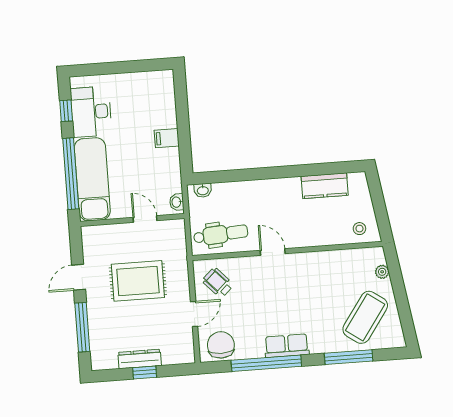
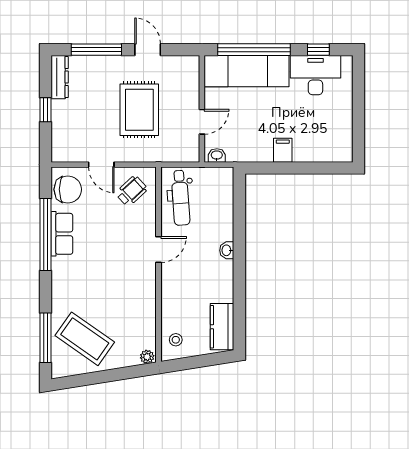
kitchen counter: (325, 186) -> (222, 327), moved
washbasin: (203, 190) -> (227, 250), moved
plant: (382, 272) -> (147, 357), moved
row of seats: (287, 346) -> (62, 234), moved
window: (349, 357) -> (45, 338), moved
dresser: (140, 359) -> (60, 77), moved

